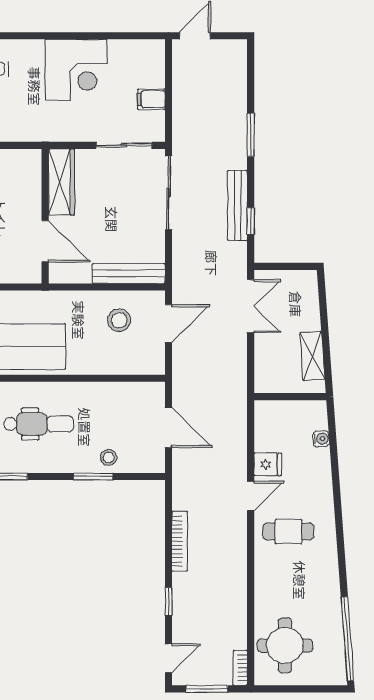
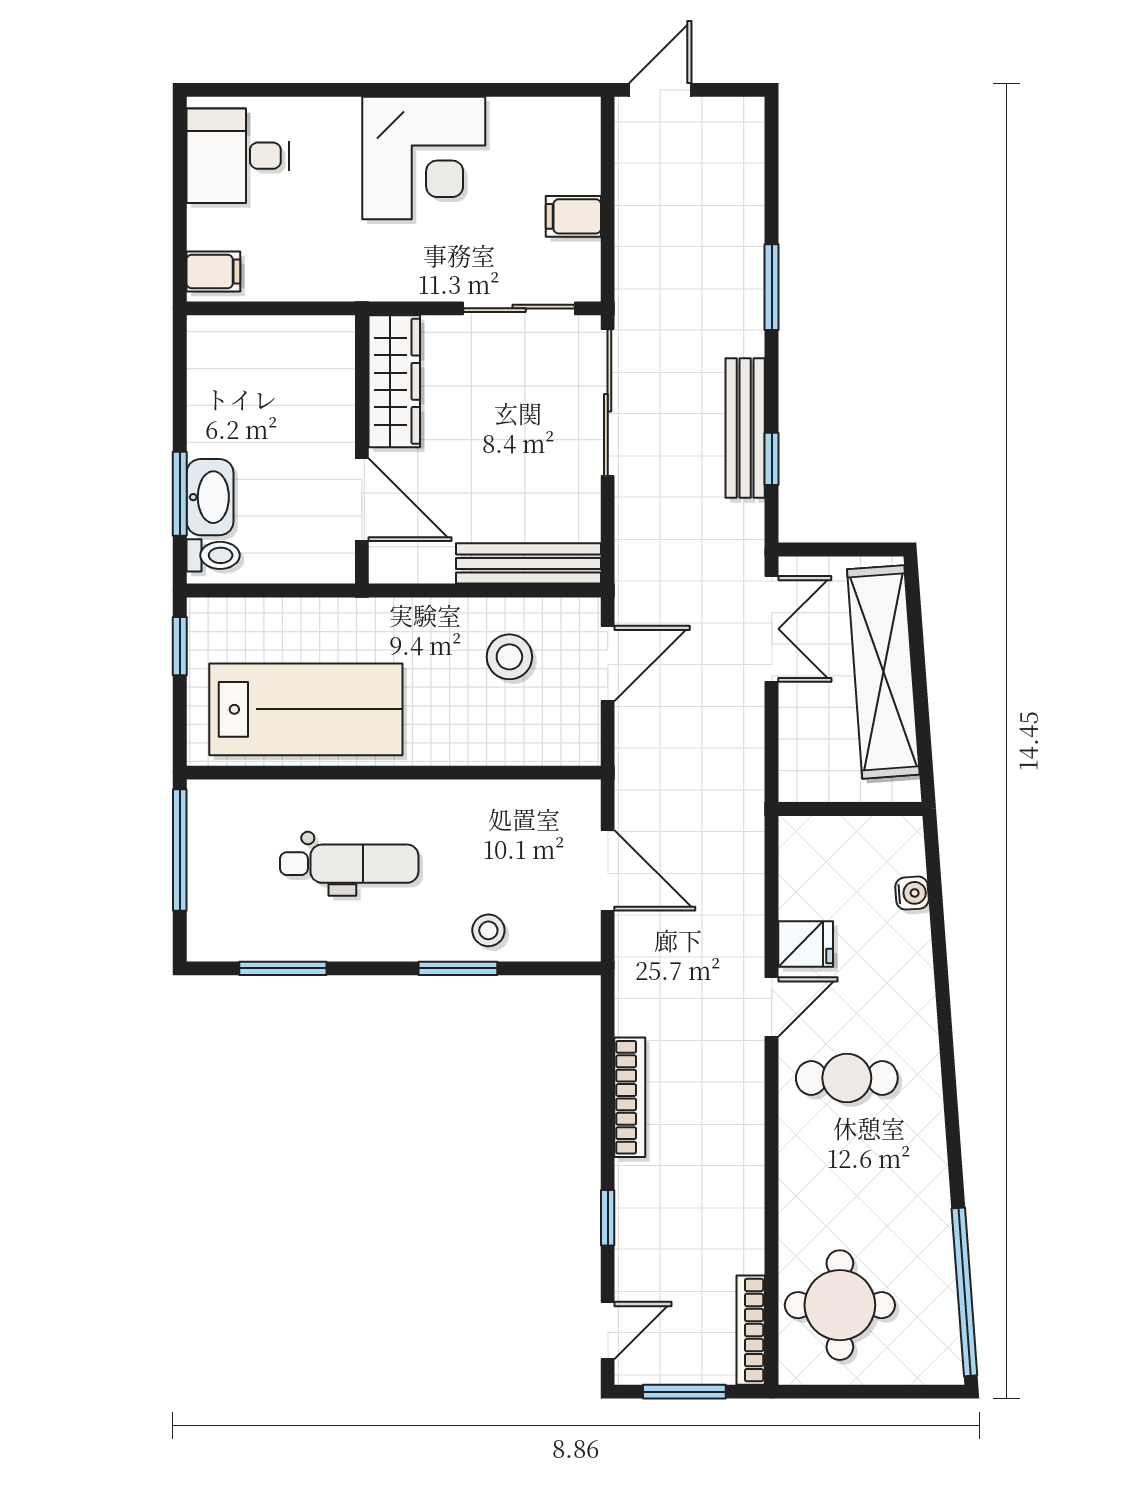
shelving: (312, 356) -> (883, 672), width x2.20, depth x1.33
bookcase: (240, 668) -> (751, 1330), width x1.56

